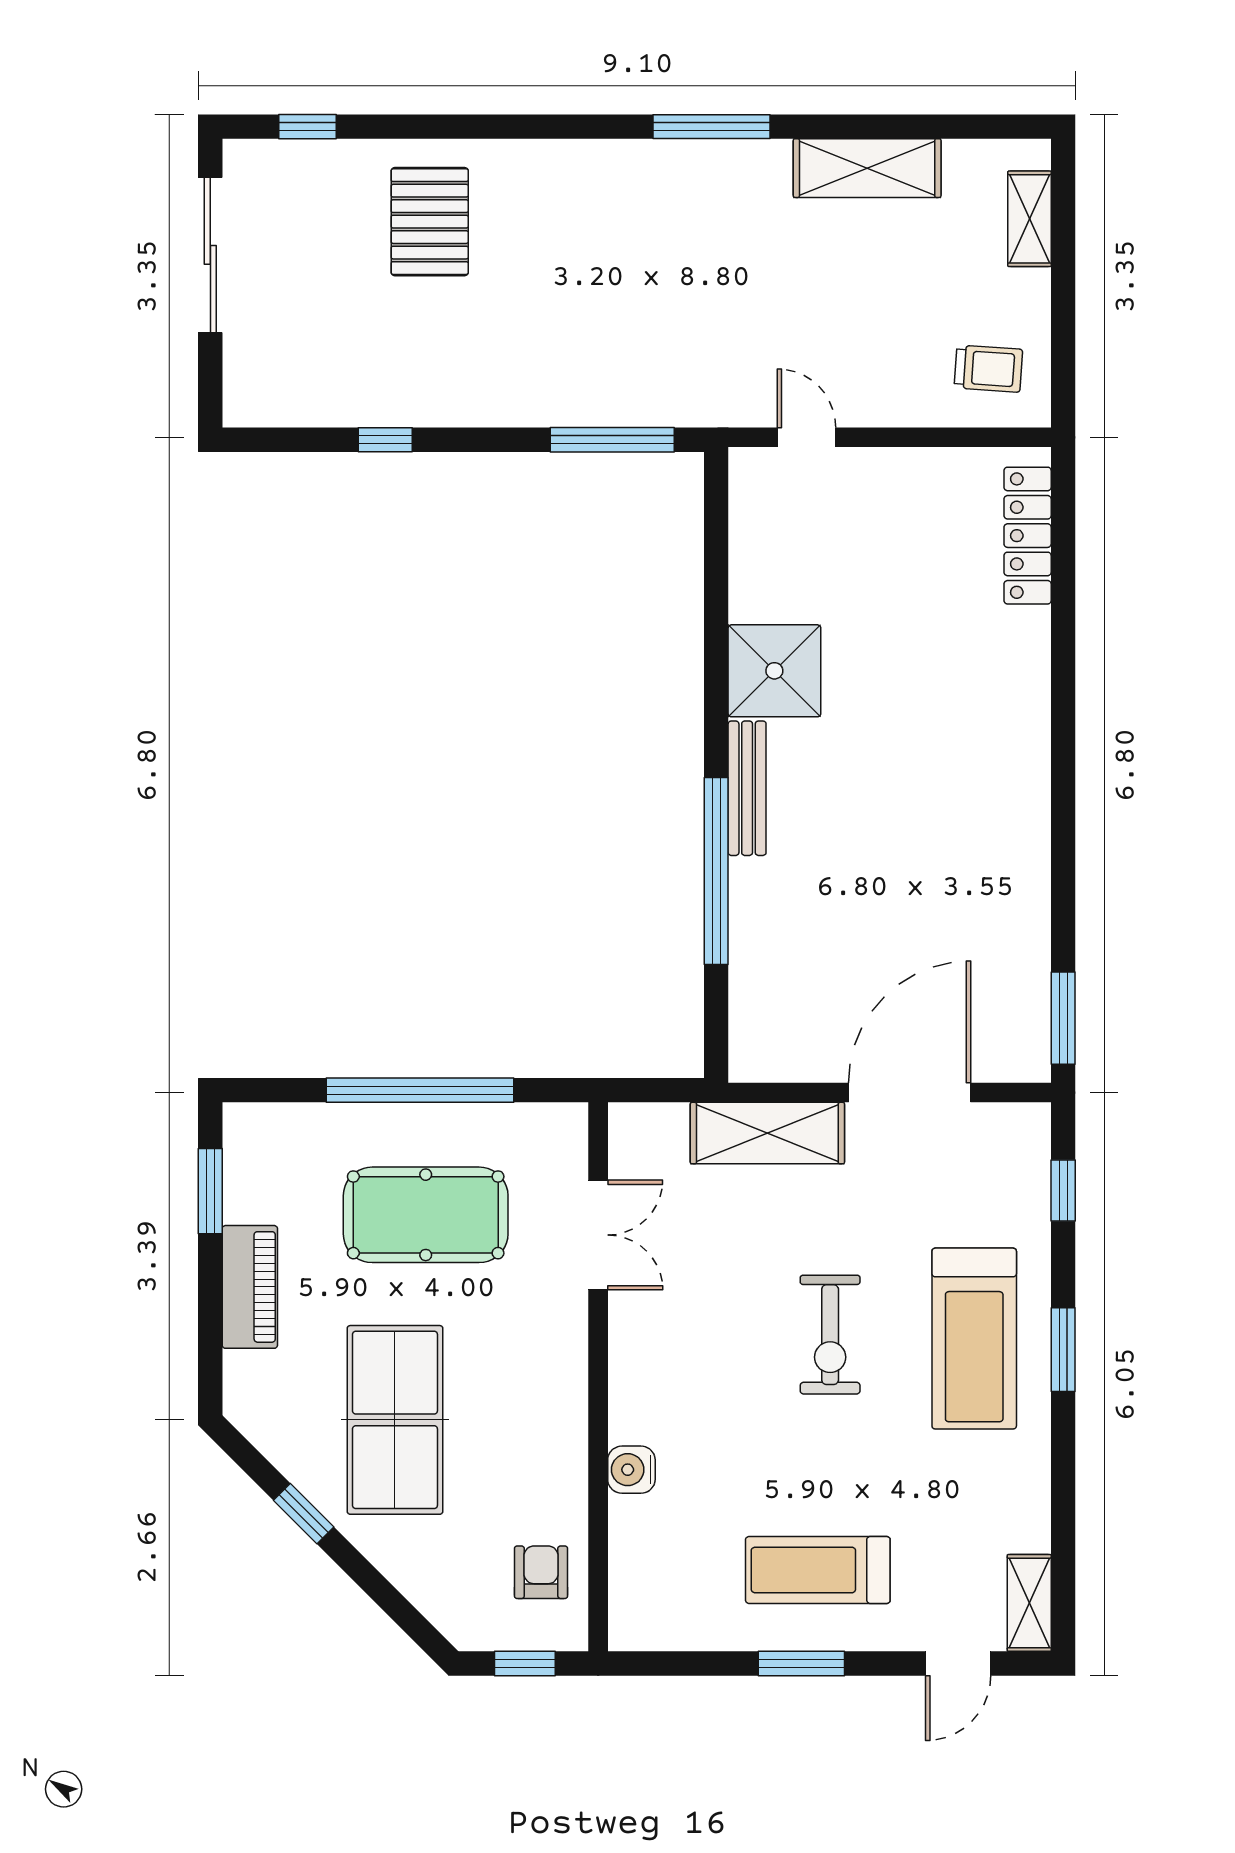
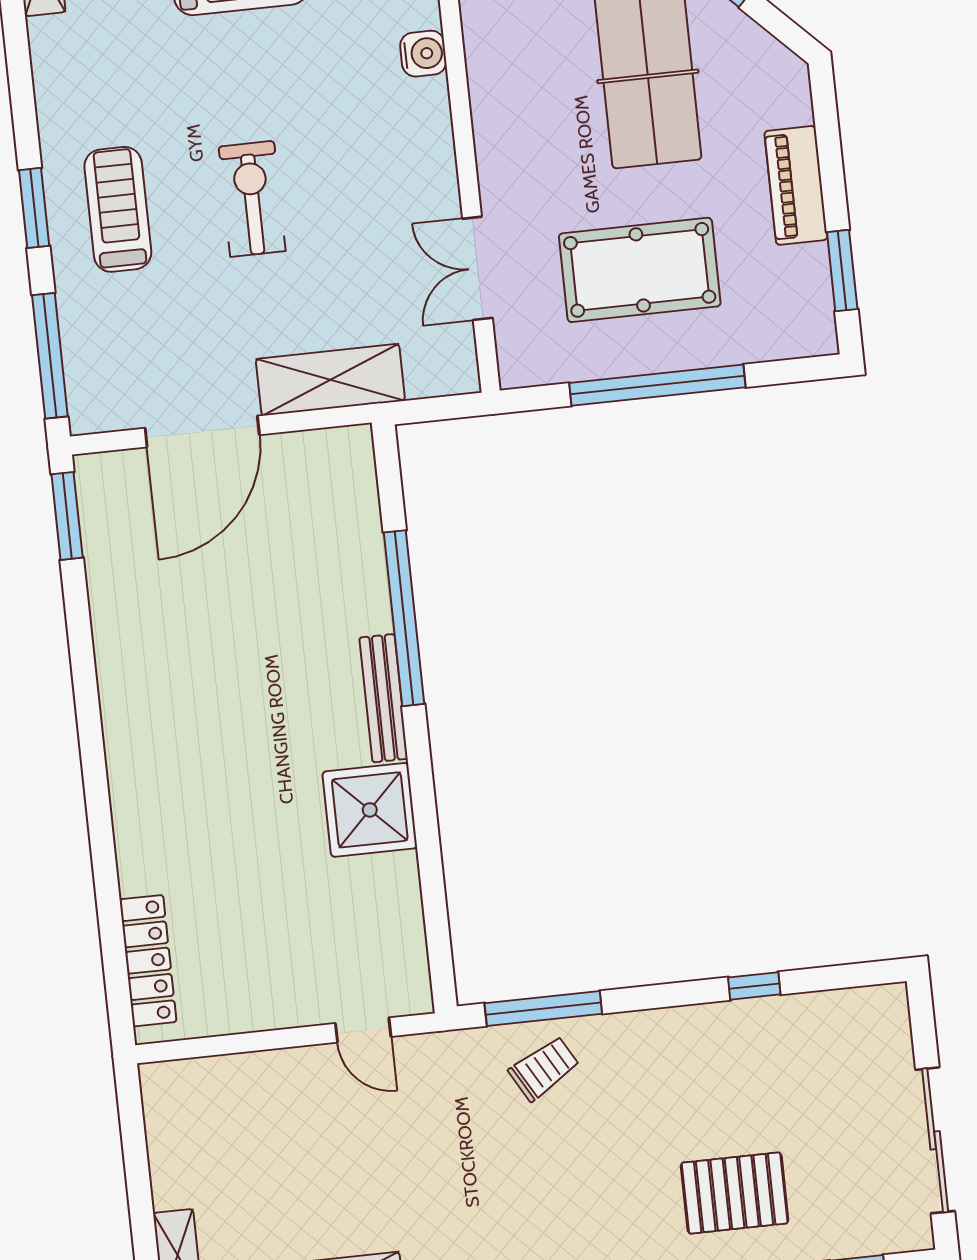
pallet: (430, 222) -> (735, 1193), turned 90
trolley: (988, 369) -> (544, 1069), moved, turned 146
window: (1063, 1191) -> (50, 356), width x2.17
treadmill: (974, 1339) -> (118, 209), width x0.73, depth x0.73

